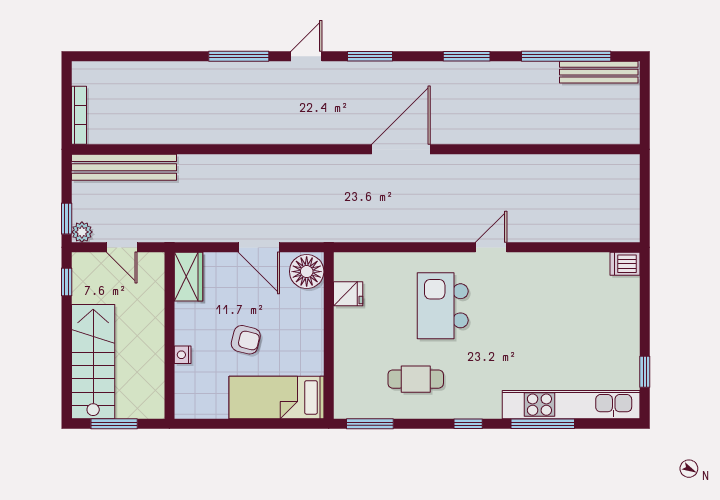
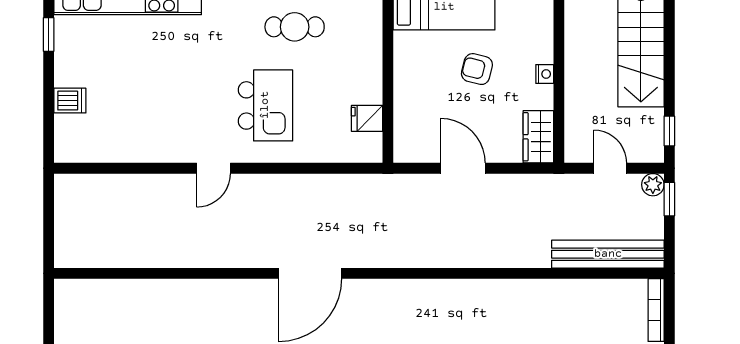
dishwasher: (625, 264) -> (70, 101), moved
floor lamp: (307, 272) -> (412, 142), removed
nightstand: (183, 355) -> (545, 74), moved

